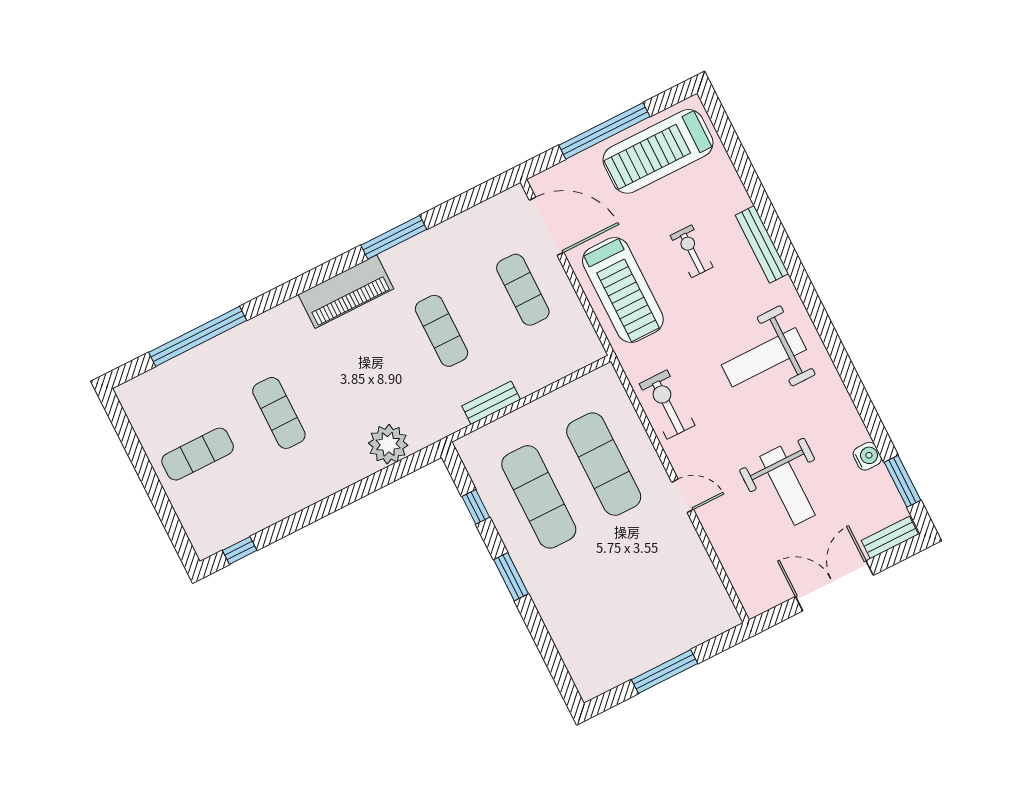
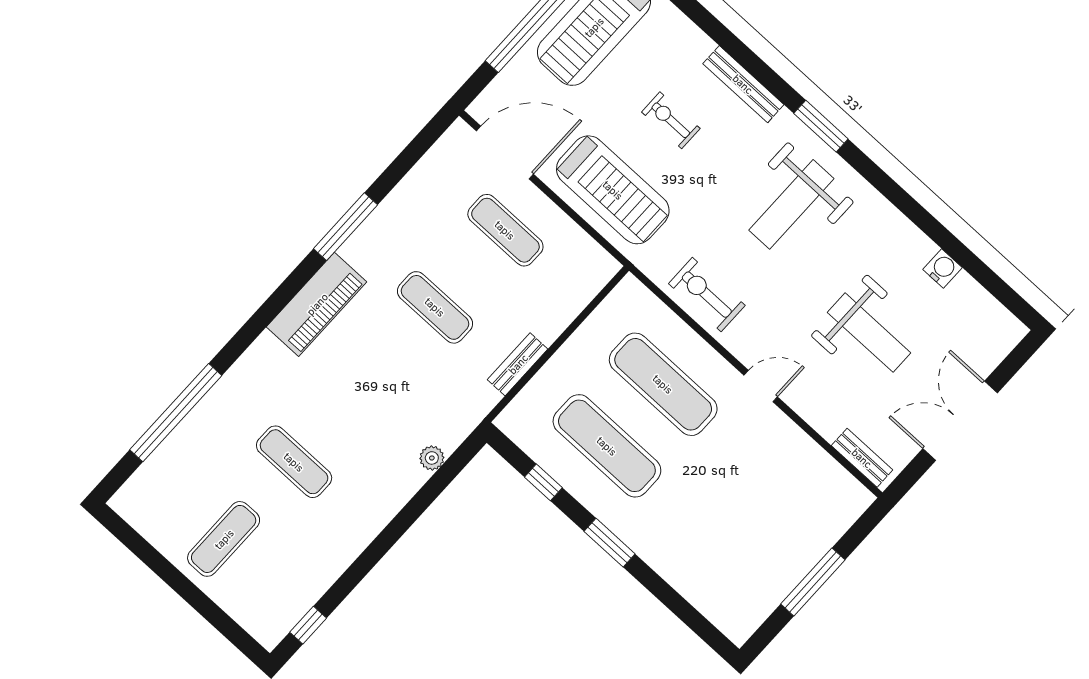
plant: (388, 444) -> (432, 458), width x0.53, depth x0.53
window: (902, 481) -> (821, 126), moved
bench: (890, 537) -> (862, 458), moved, turned 90

